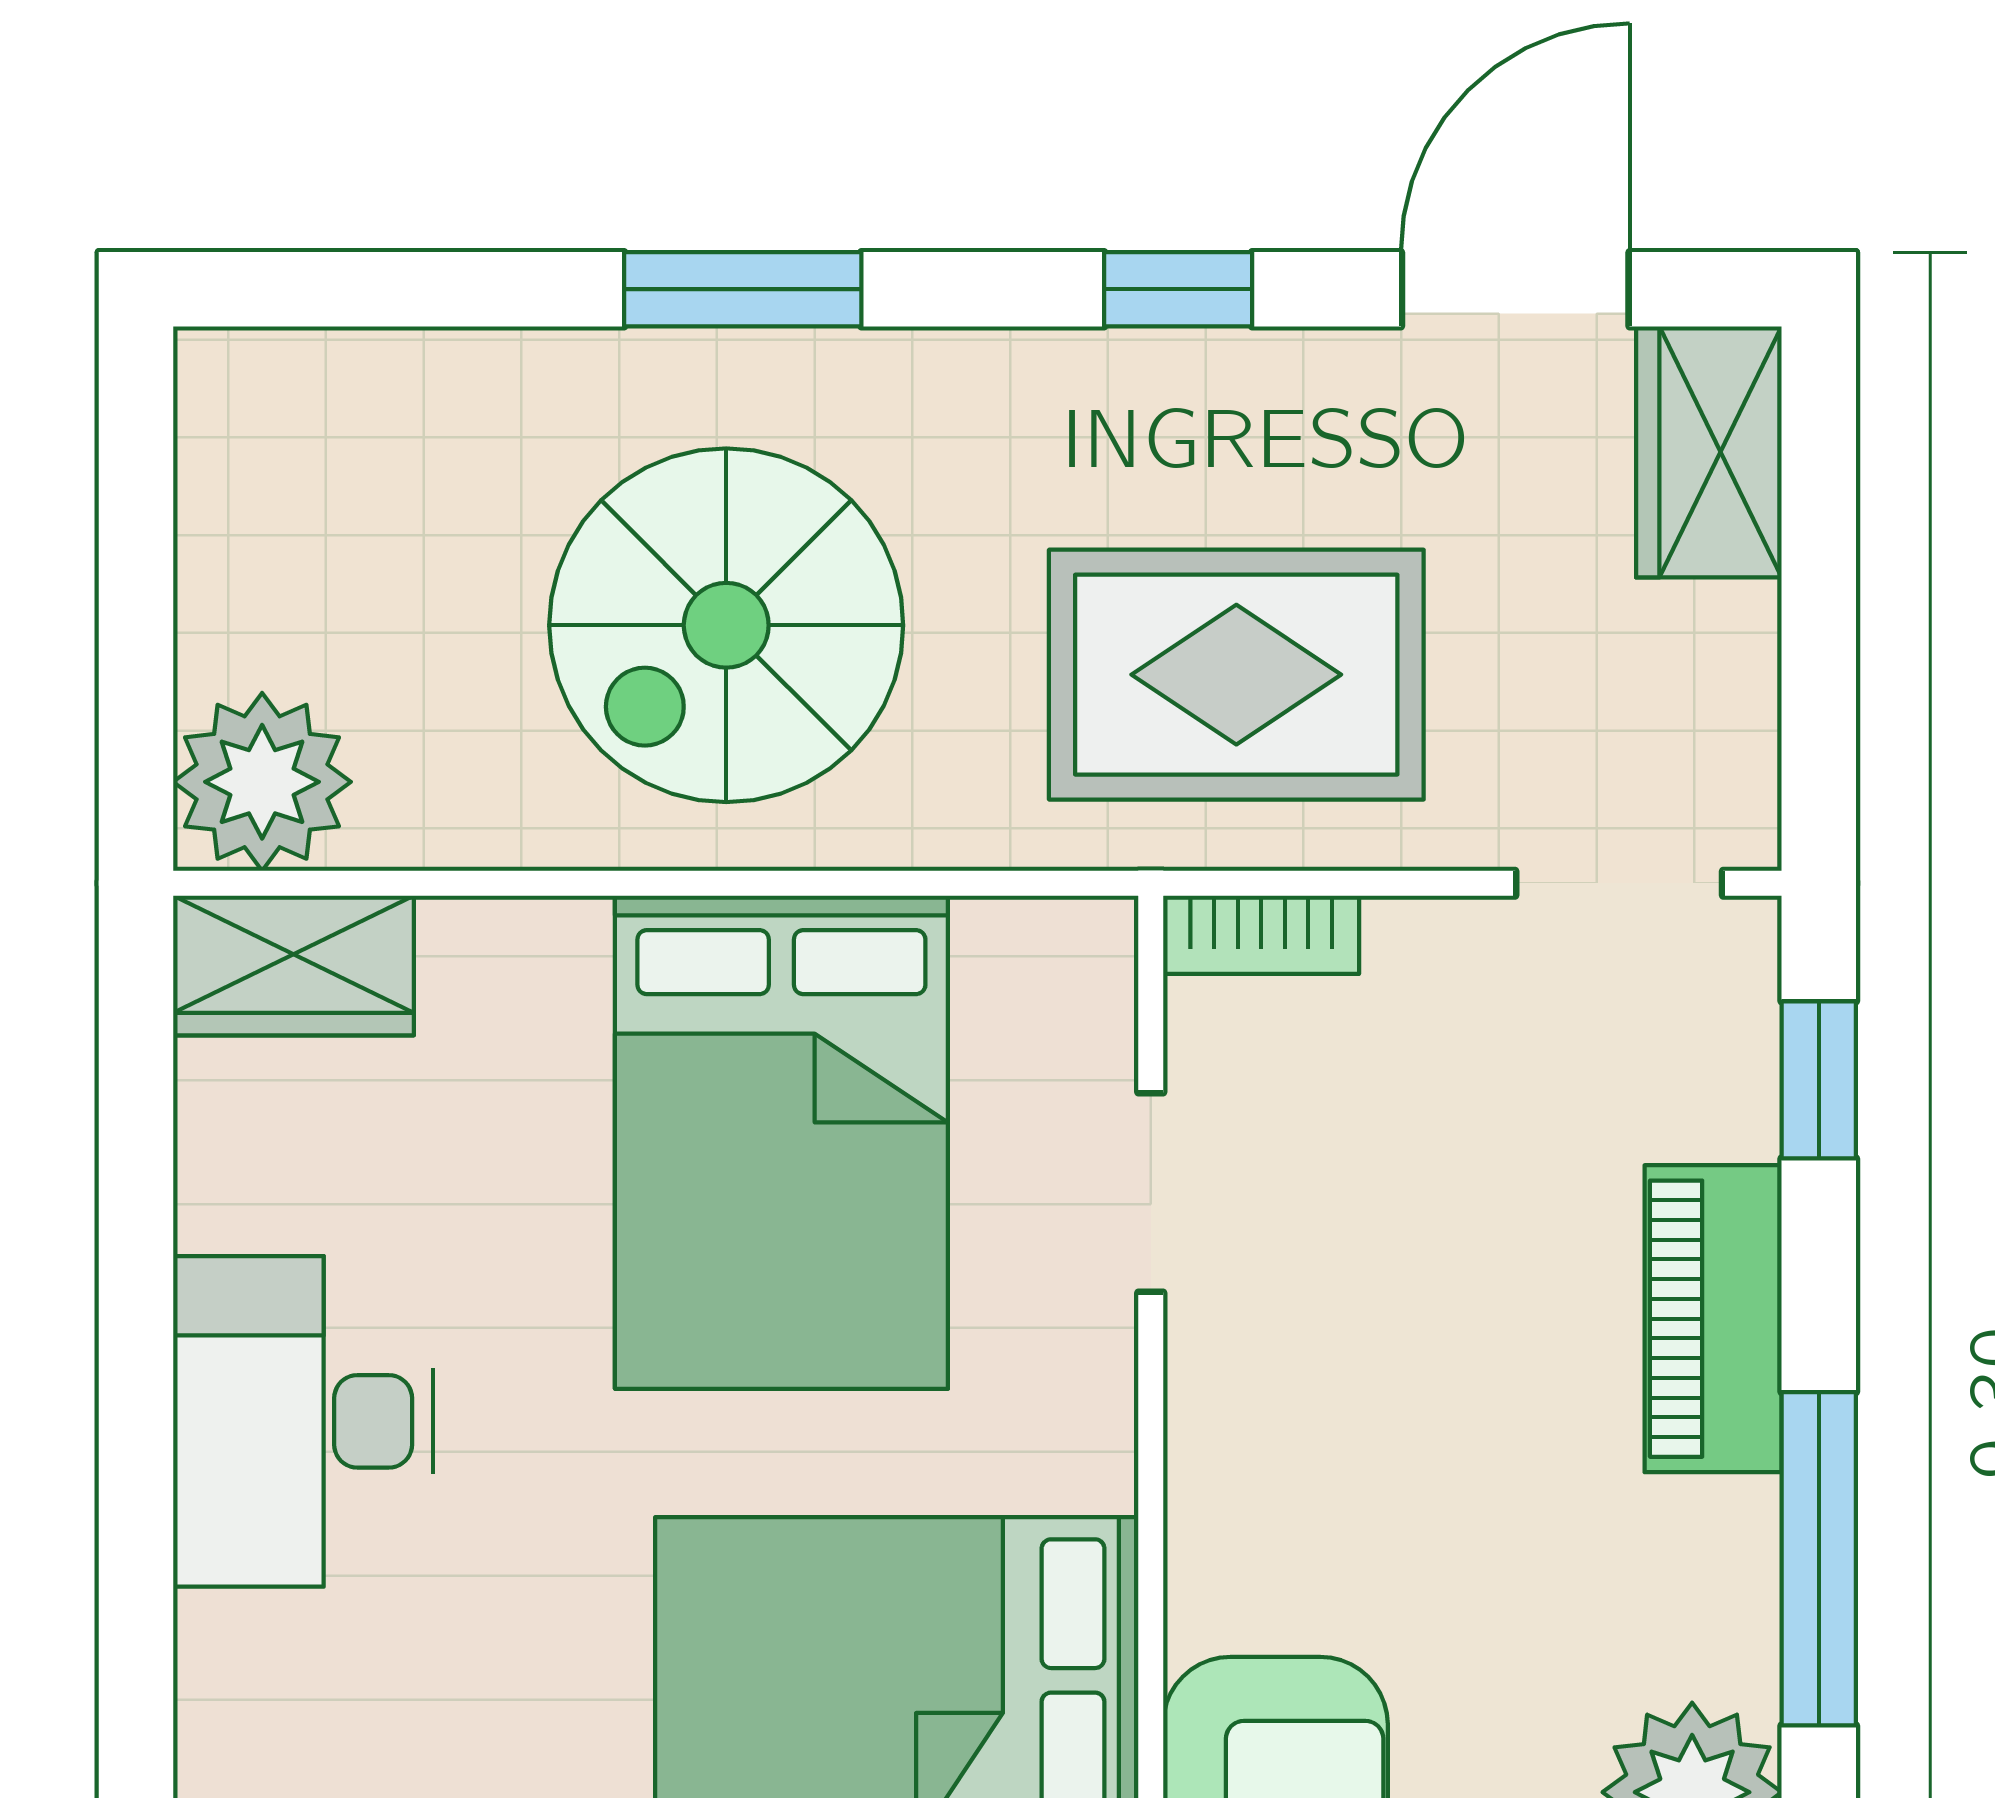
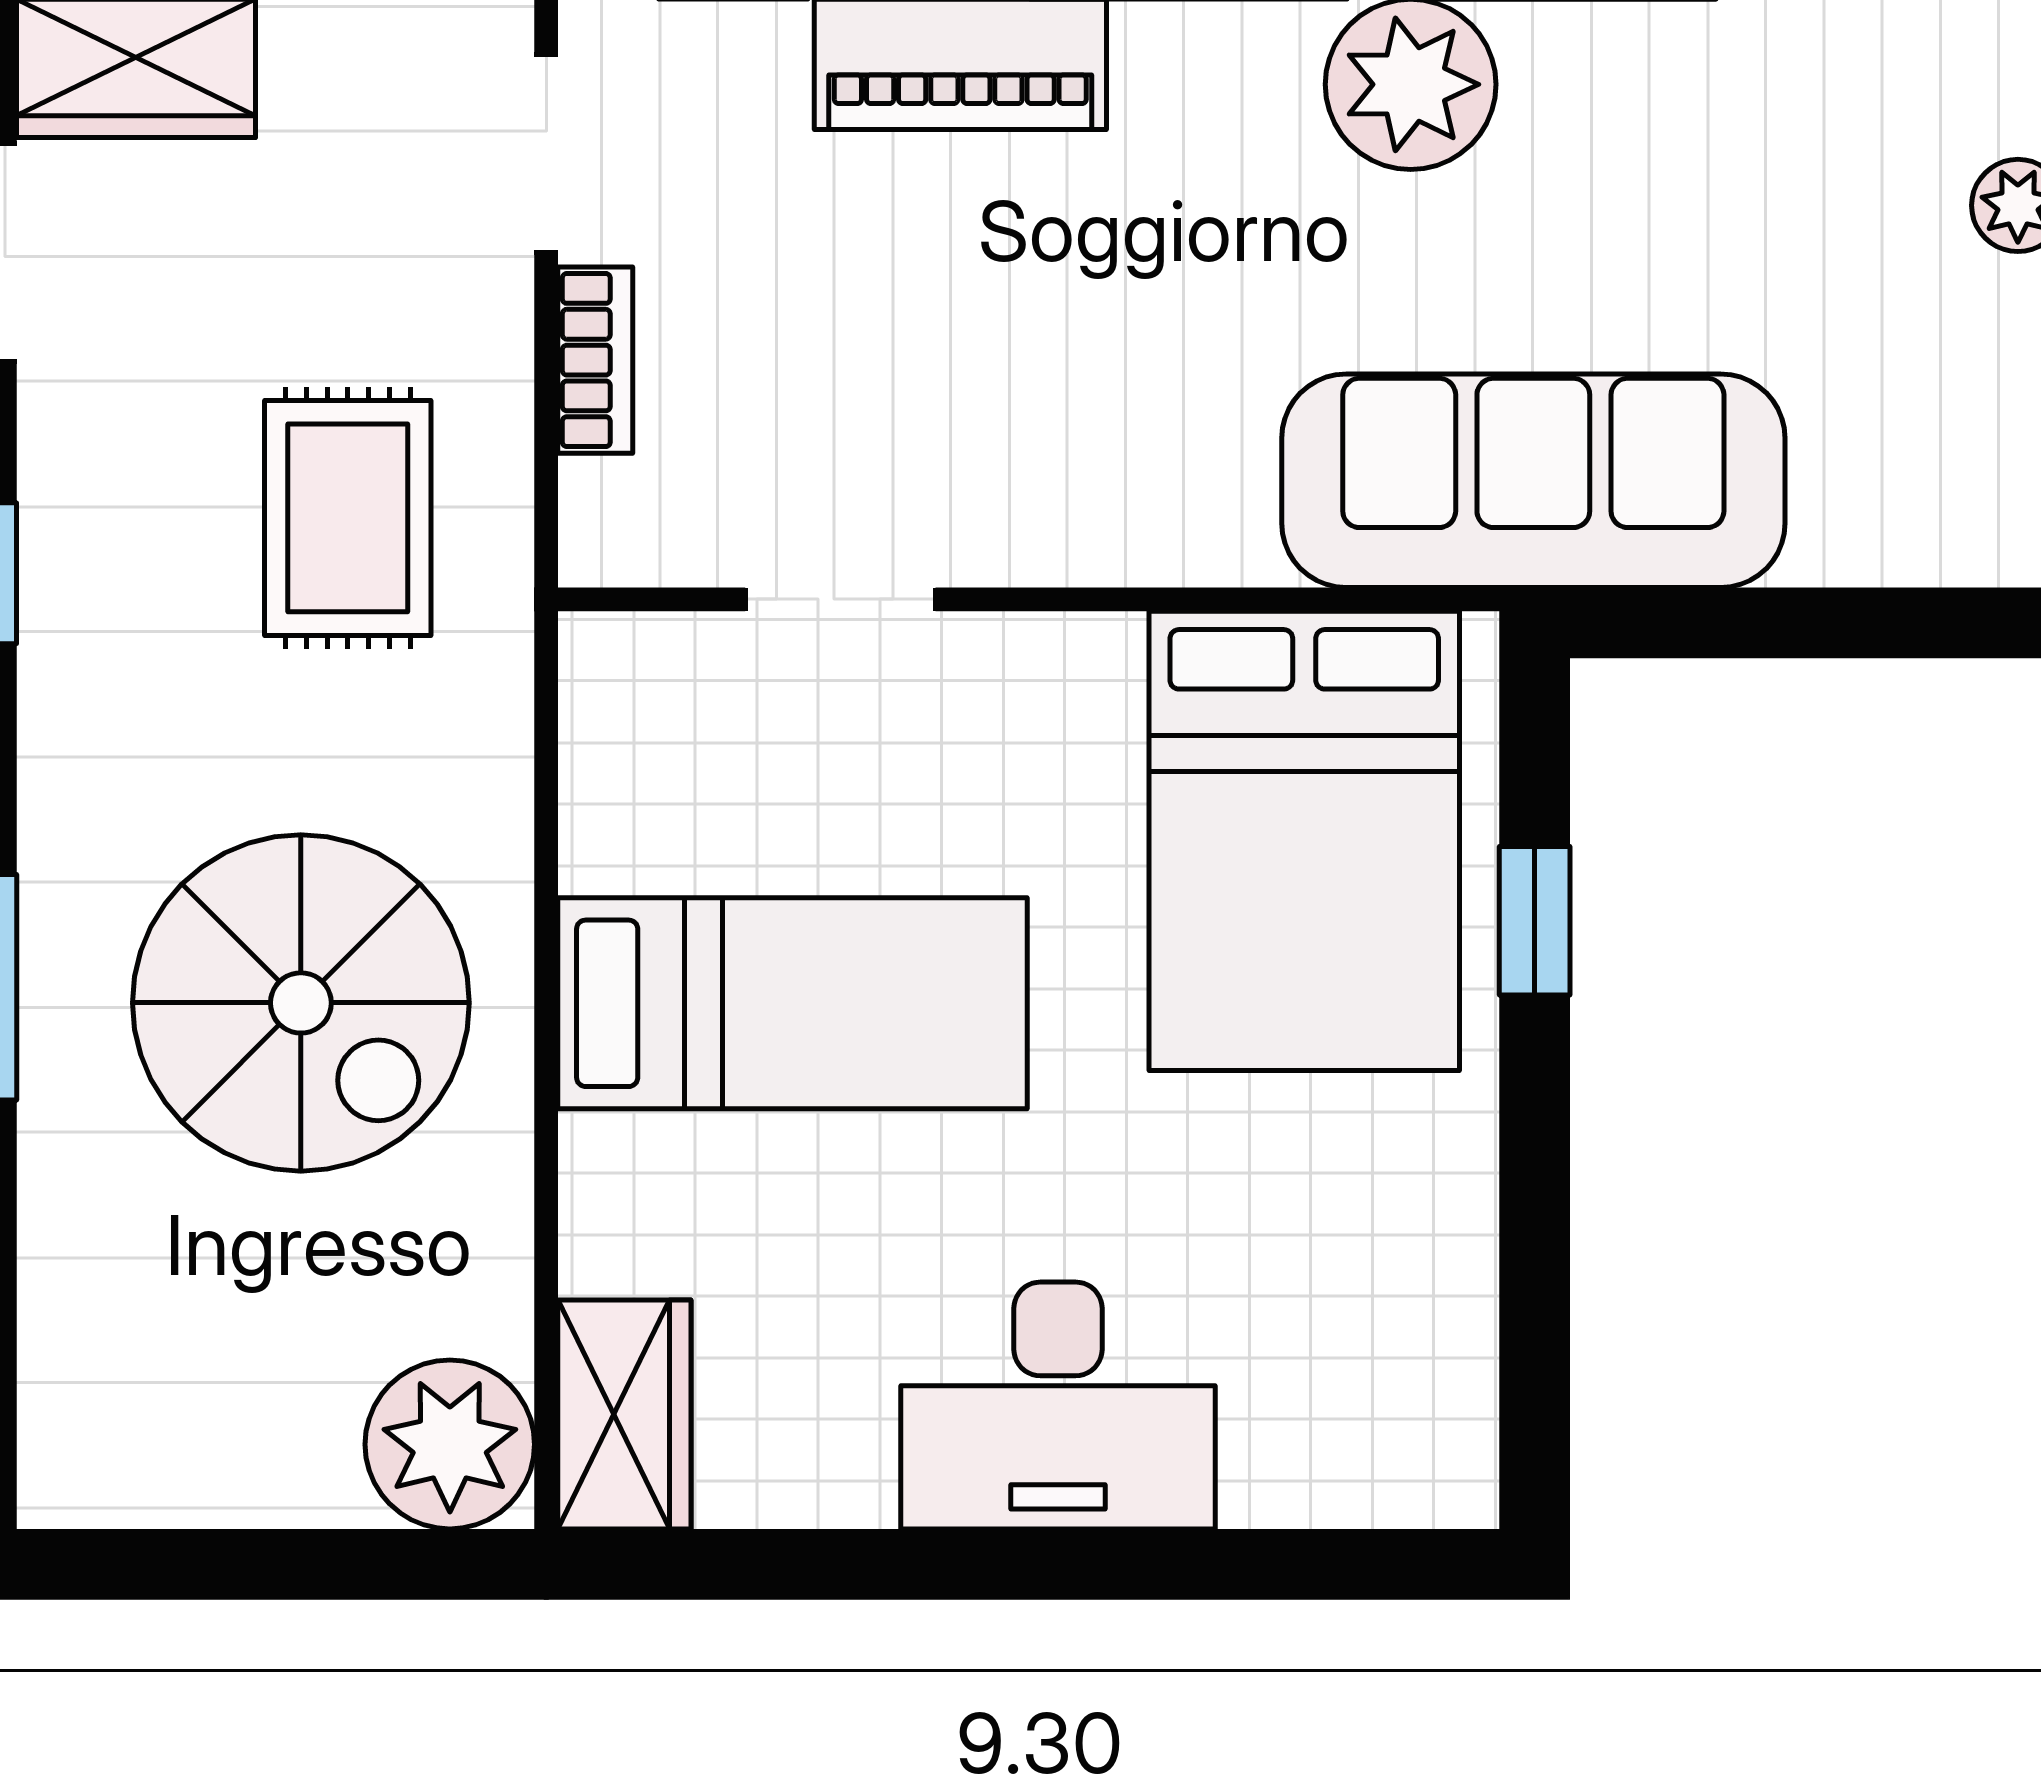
rug: (1236, 675) -> (348, 518), width x0.73, depth x0.70
bookcase: (1261, 935) -> (595, 360), moved
bed: (781, 1142) -> (793, 1003), width x0.67

